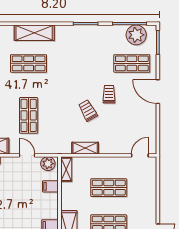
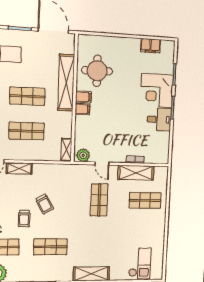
shop shelf: (29, 63) -> (50, 247), moved
shelving: (85, 148) -> (19, 168), moved
filing cabinet: (50, 186) -> (82, 109), moved

